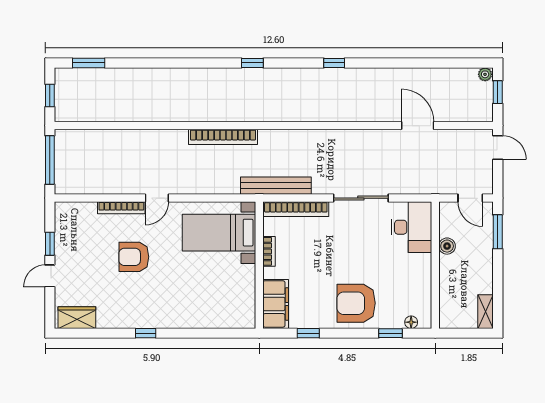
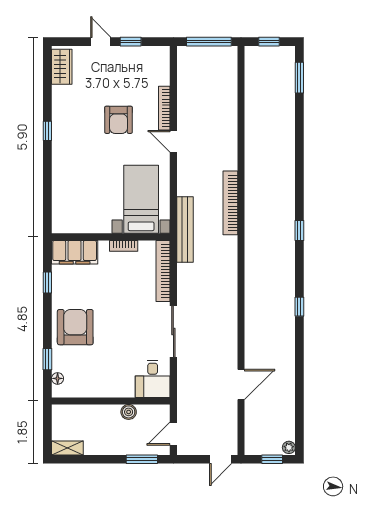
bench: (276, 186) -> (185, 229), moved
desk: (412, 227) -> (153, 379), width x0.73
armchair: (134, 257) -> (118, 120), turned 180

